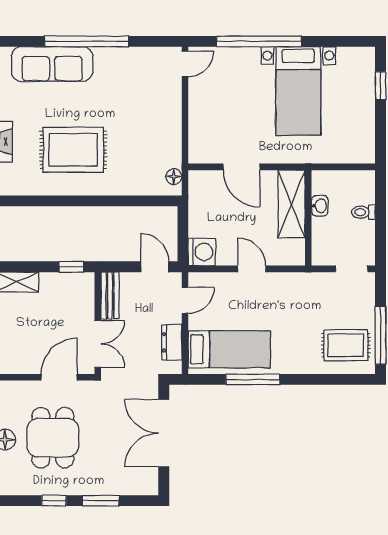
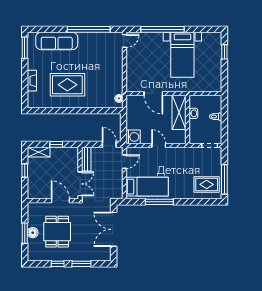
window: (86, 41) -> (89, 29), moved
window: (71, 267) -> (56, 144), moved
dresser: (172, 342) -> (118, 183), removed
door: (59, 377) -> (60, 201), hinge flipped

